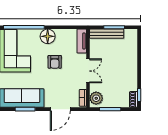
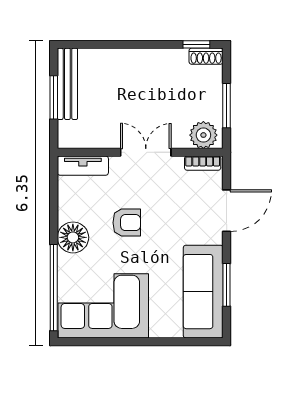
bench: (107, 34) -> (67, 84), moved
door: (60, 109) -> (227, 211), hinge flipped

